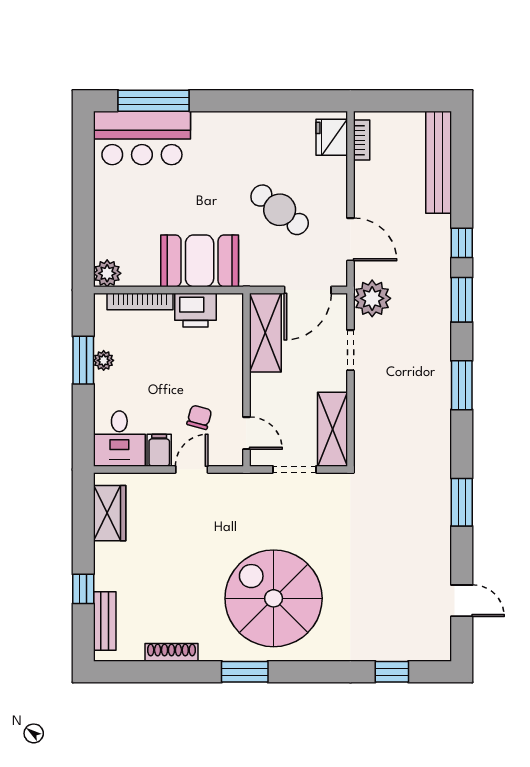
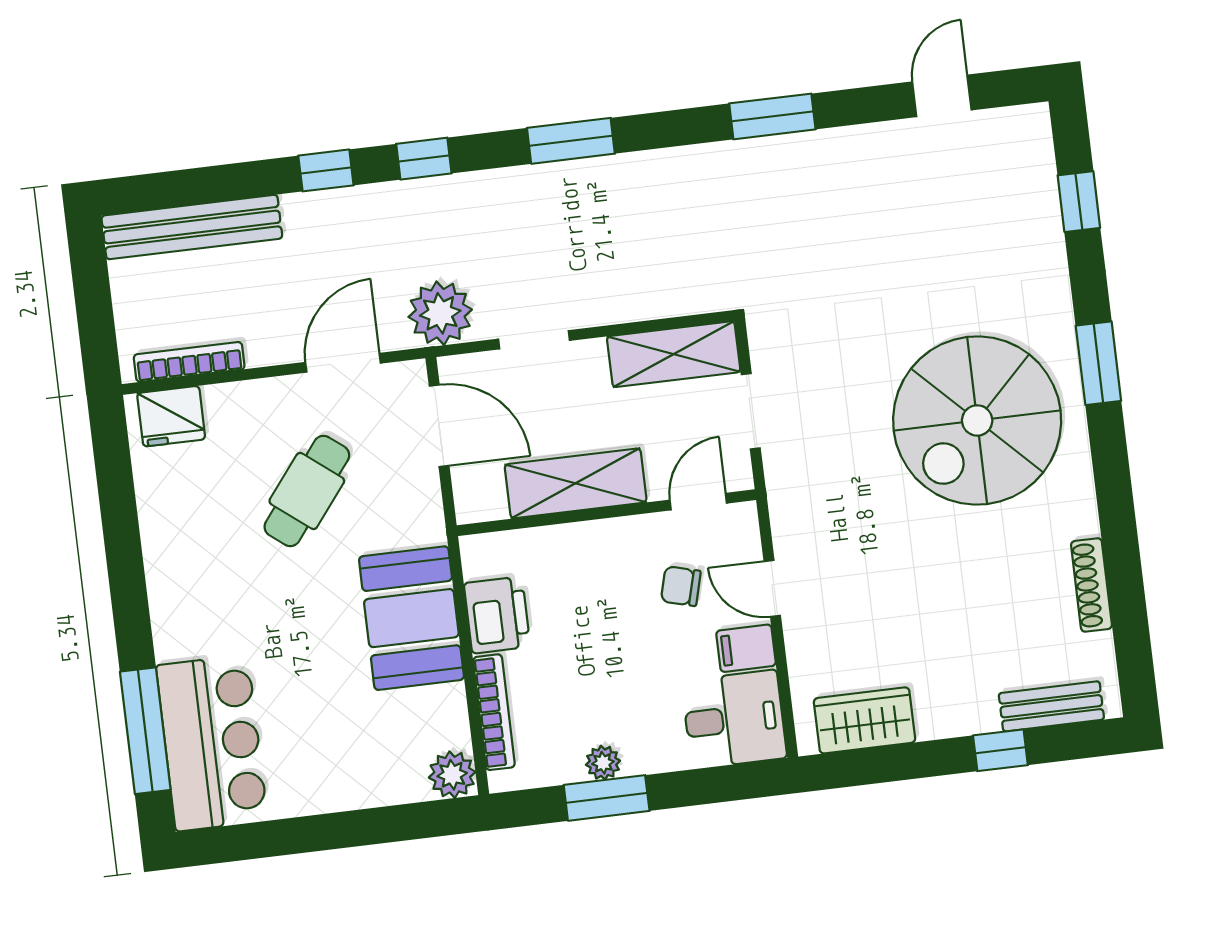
bookcase: (362, 140) -> (189, 362), width x1.56
window: (462, 300) -> (424, 159), width x0.67
shelving: (265, 333) -> (576, 483), moved
window: (245, 672) -> (1098, 363), moved

